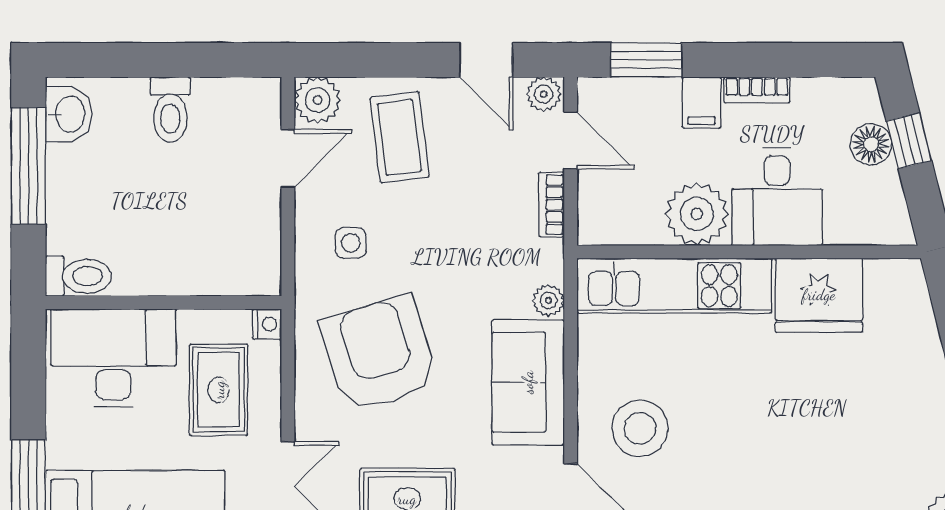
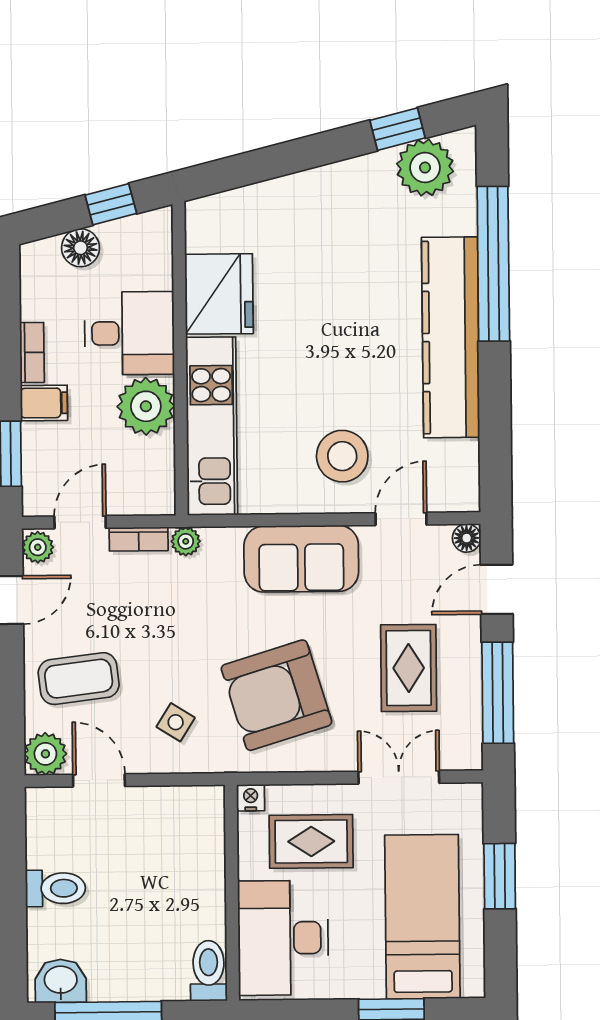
window: (909, 141) -> (111, 204), moved
side table: (351, 243) -> (176, 722), turned 32
plant: (548, 300) -> (186, 541), moved

